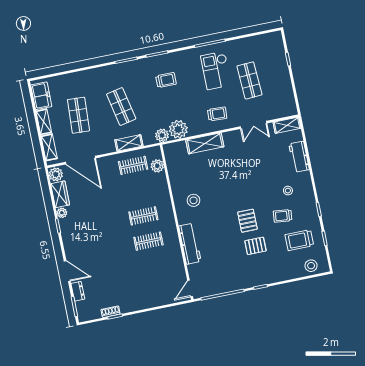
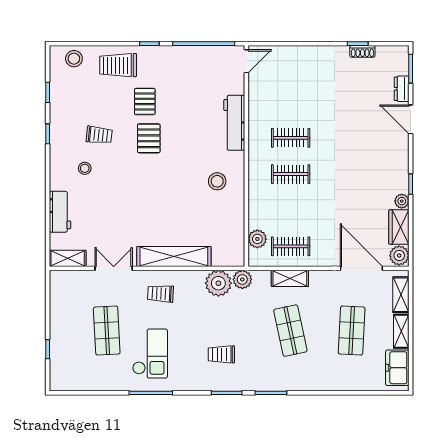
shelving: (205, 143) -> (174, 256), width x1.47
trolley: (299, 240) -> (118, 65), moved, turned 180
pallet: (255, 246) -> (145, 101), turned 90

